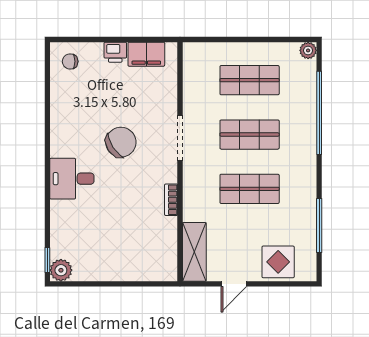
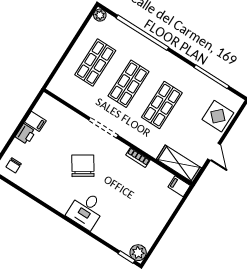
filing cabinet: (146, 54) -> (35, 121), width x0.50
filing cabinet: (168, 269) -> (179, 186), added

